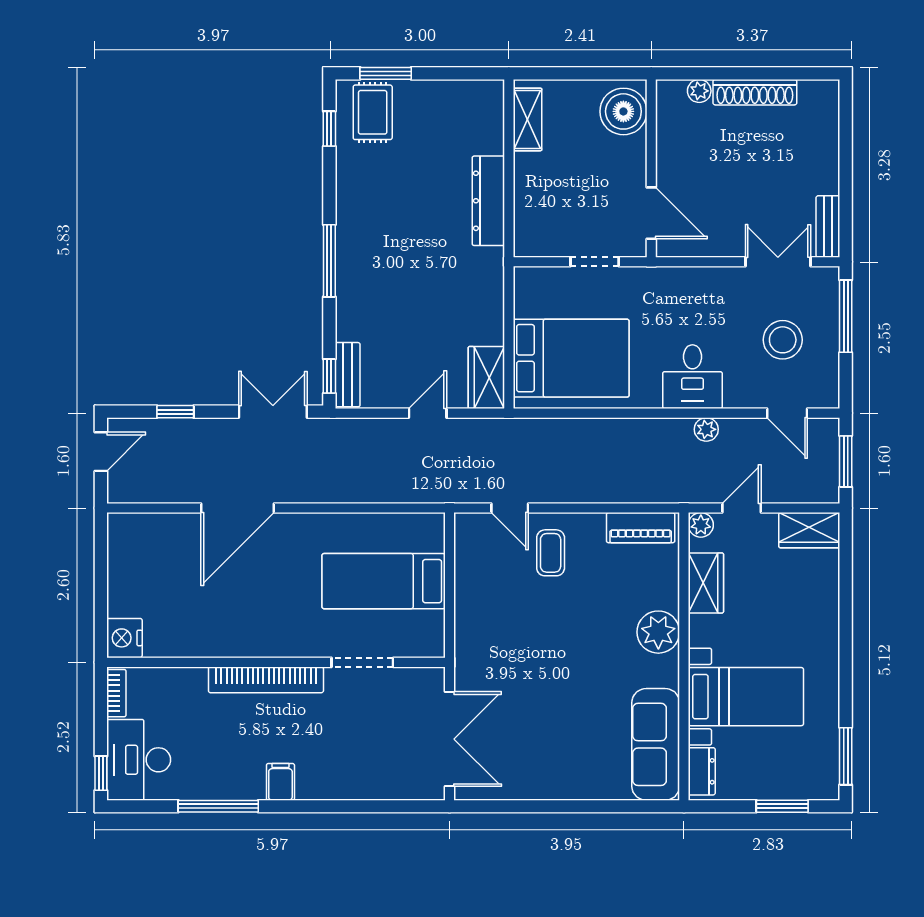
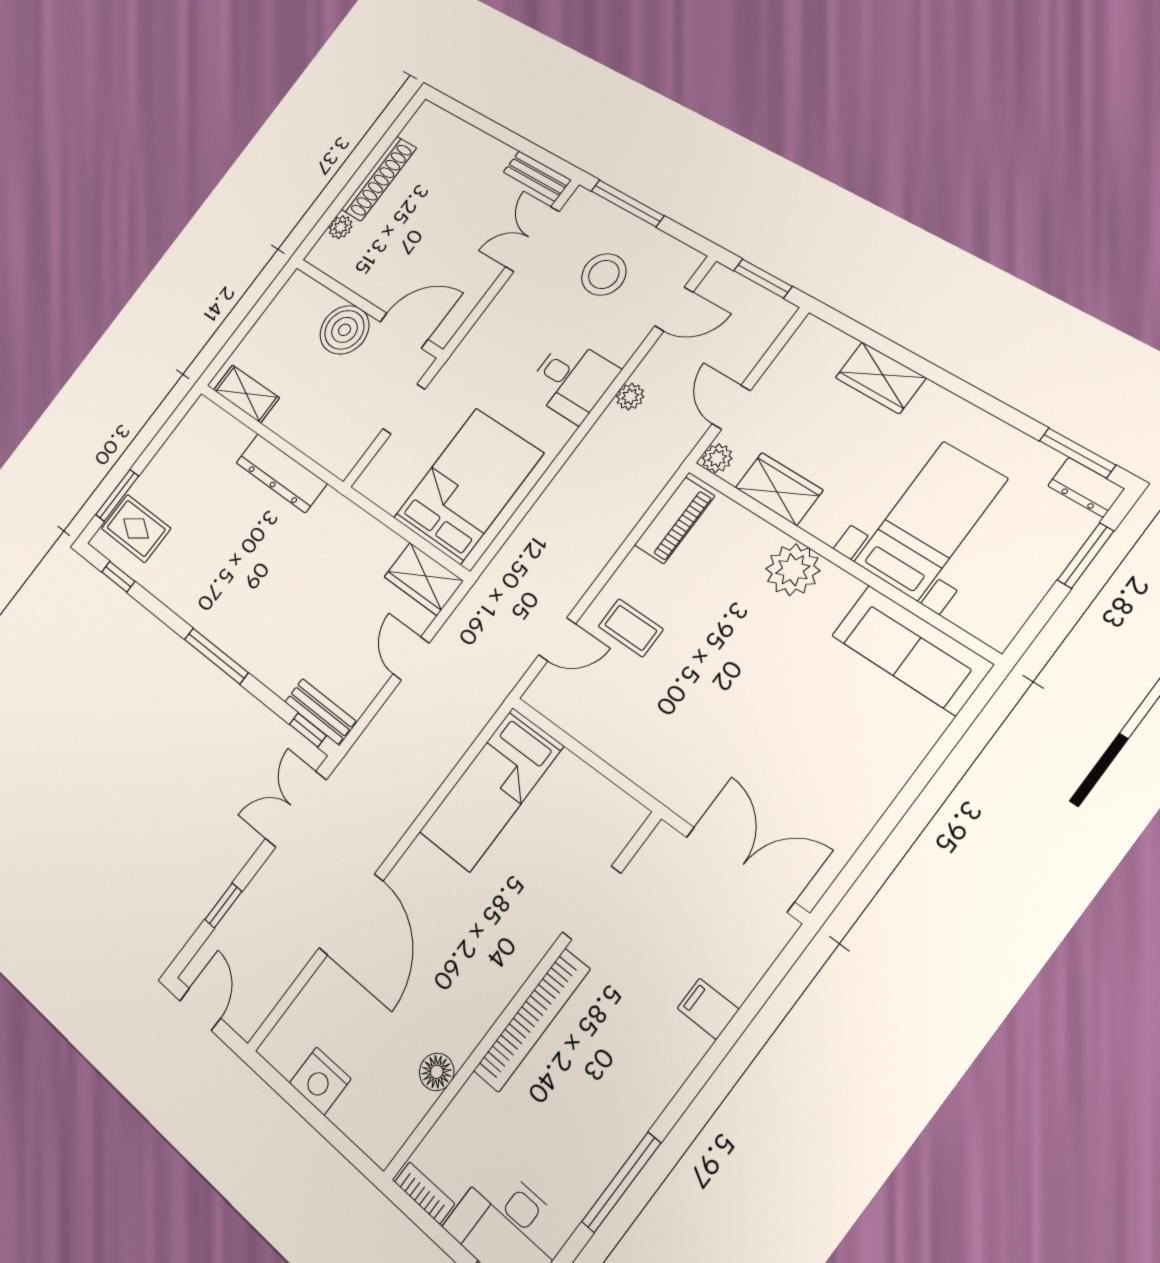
boiler: (623, 111) -> (344, 330), moved
wardrobe: (809, 530) -> (880, 378), moved, turned 90
bed: (384, 581) -> (491, 789), moved
nightstand: (124, 638) -> (320, 1081), moved
floor lamp: (190, 644) -> (437, 1072), added
dresser: (702, 771) -> (1086, 487), moved, turned 180
filing cabinet: (280, 782) -> (708, 1009), moved

